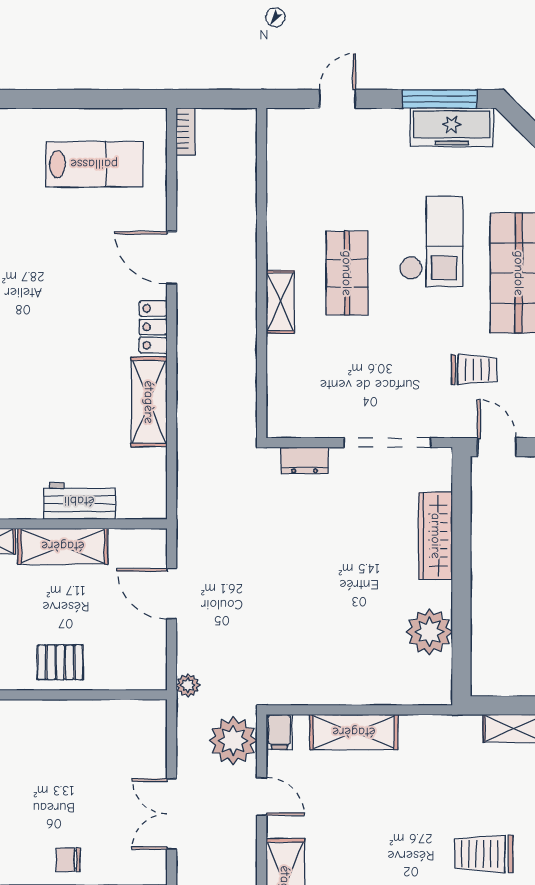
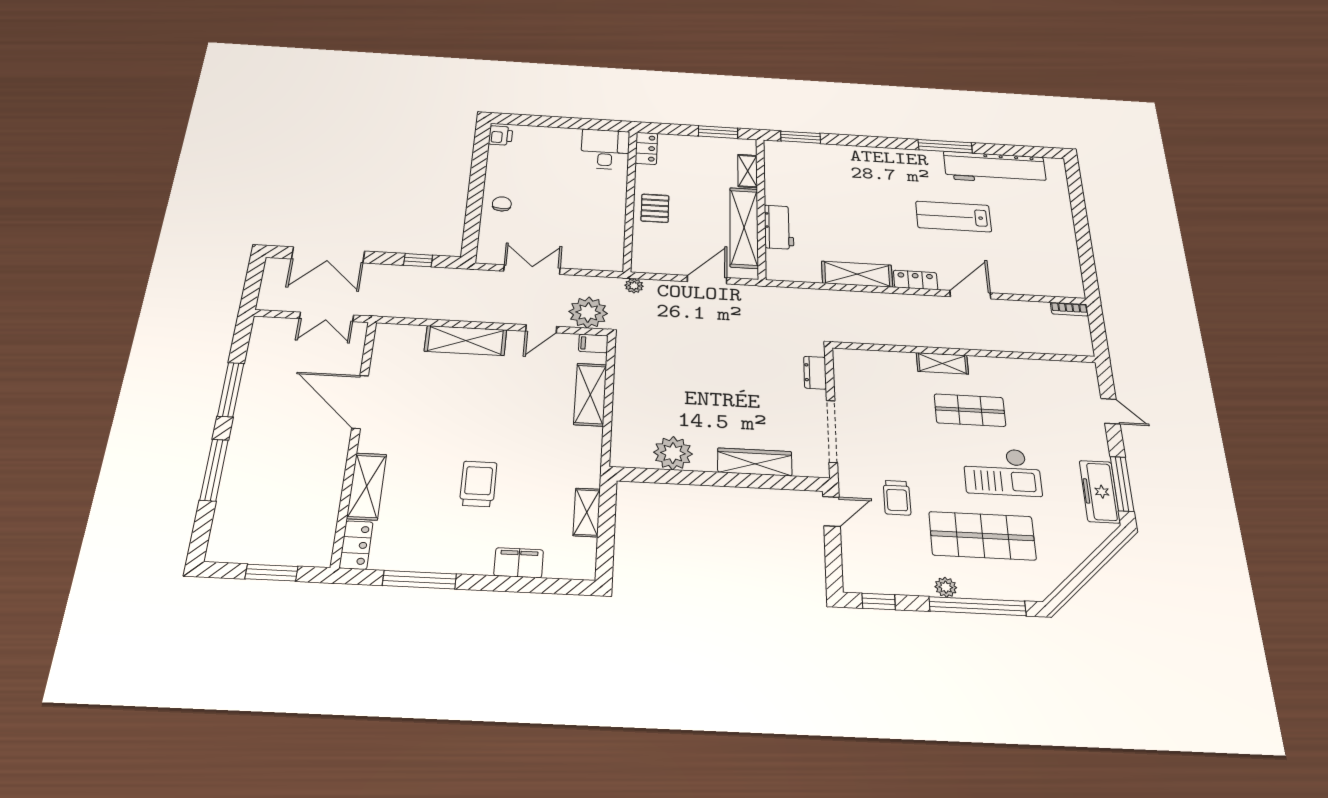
lab bench: (94, 164) -> (954, 216), moved, turned 90
shelving: (63, 546) -> (744, 228), width x1.47

